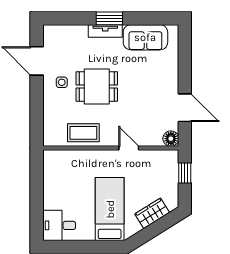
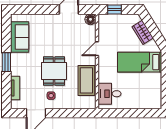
tv unit: (105, 31) -> (15, 88), moved
coffee table: (83, 133) -> (86, 80), width x1.36, depth x1.32
desk: (59, 225) -> (109, 94), moved, turned 90

